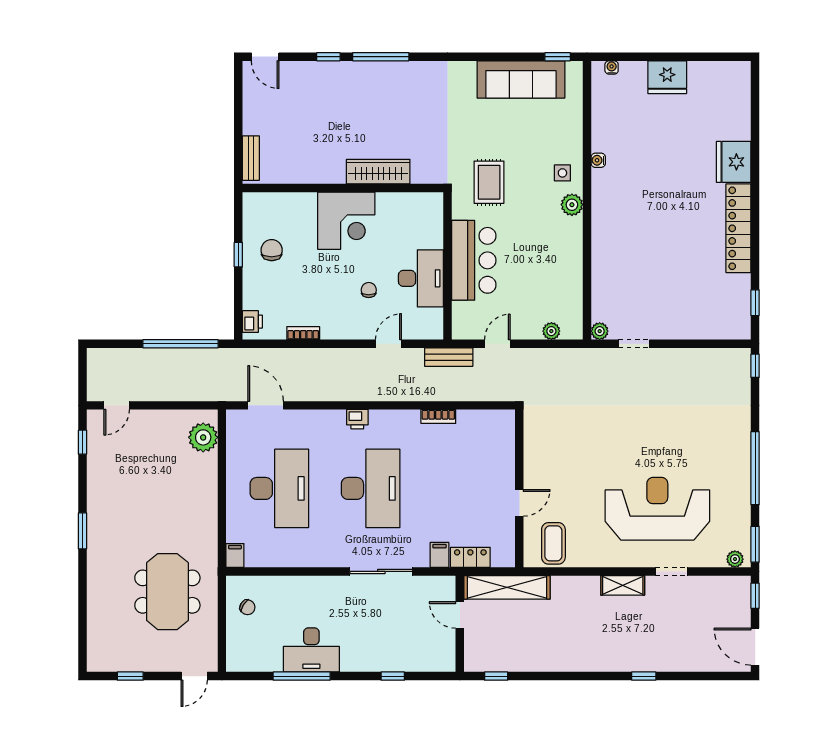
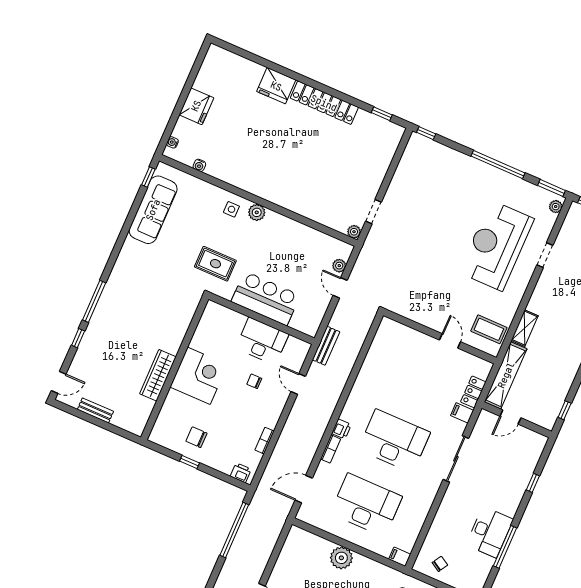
bench: (251, 158) -> (95, 410), moved
water cooler: (598, 160) -> (199, 165), moved
wardrobe: (378, 172) -> (158, 375), moved
door: (497, 344) -> (340, 288), moved
bookcase: (438, 416) -> (330, 449), moved
plant: (203, 437) -> (341, 558), moved
shelving: (623, 585) -> (525, 328), moved

